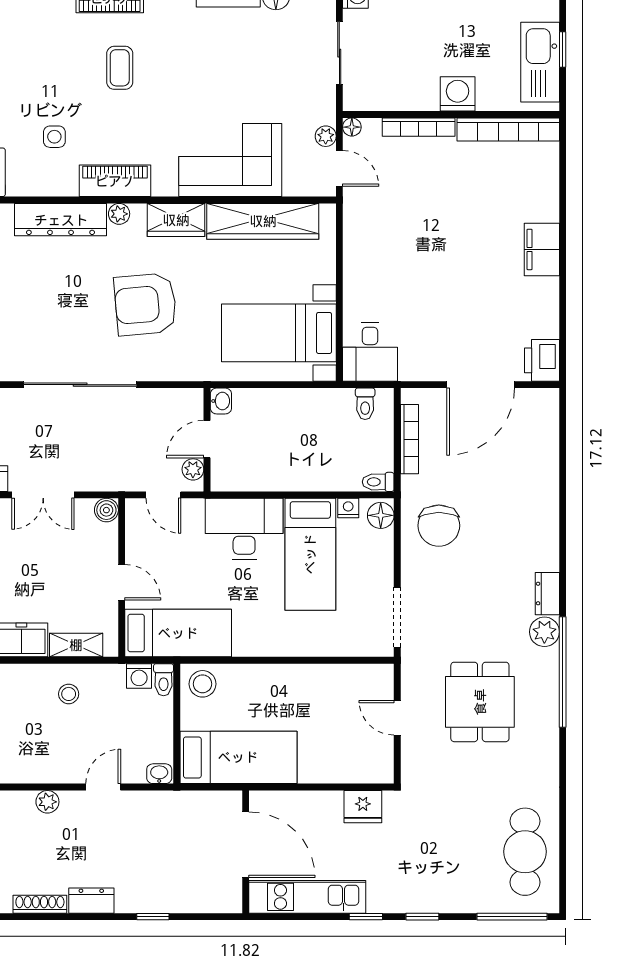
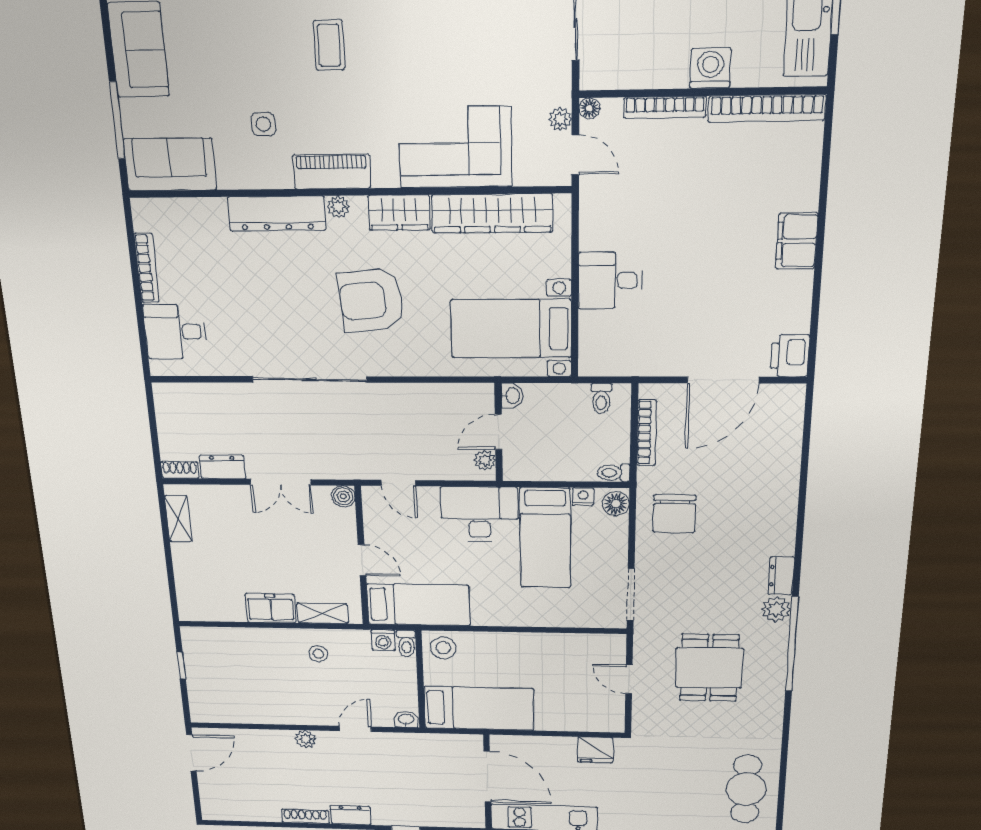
desk: (370, 352) -> (610, 280), moved, turned 90
washbasin: (221, 401) -> (512, 396), moved
door: (207, 439) -> (498, 432), moved
wall: (207, 440) -> (498, 433), moved
plant: (193, 469) -> (485, 460), moved

